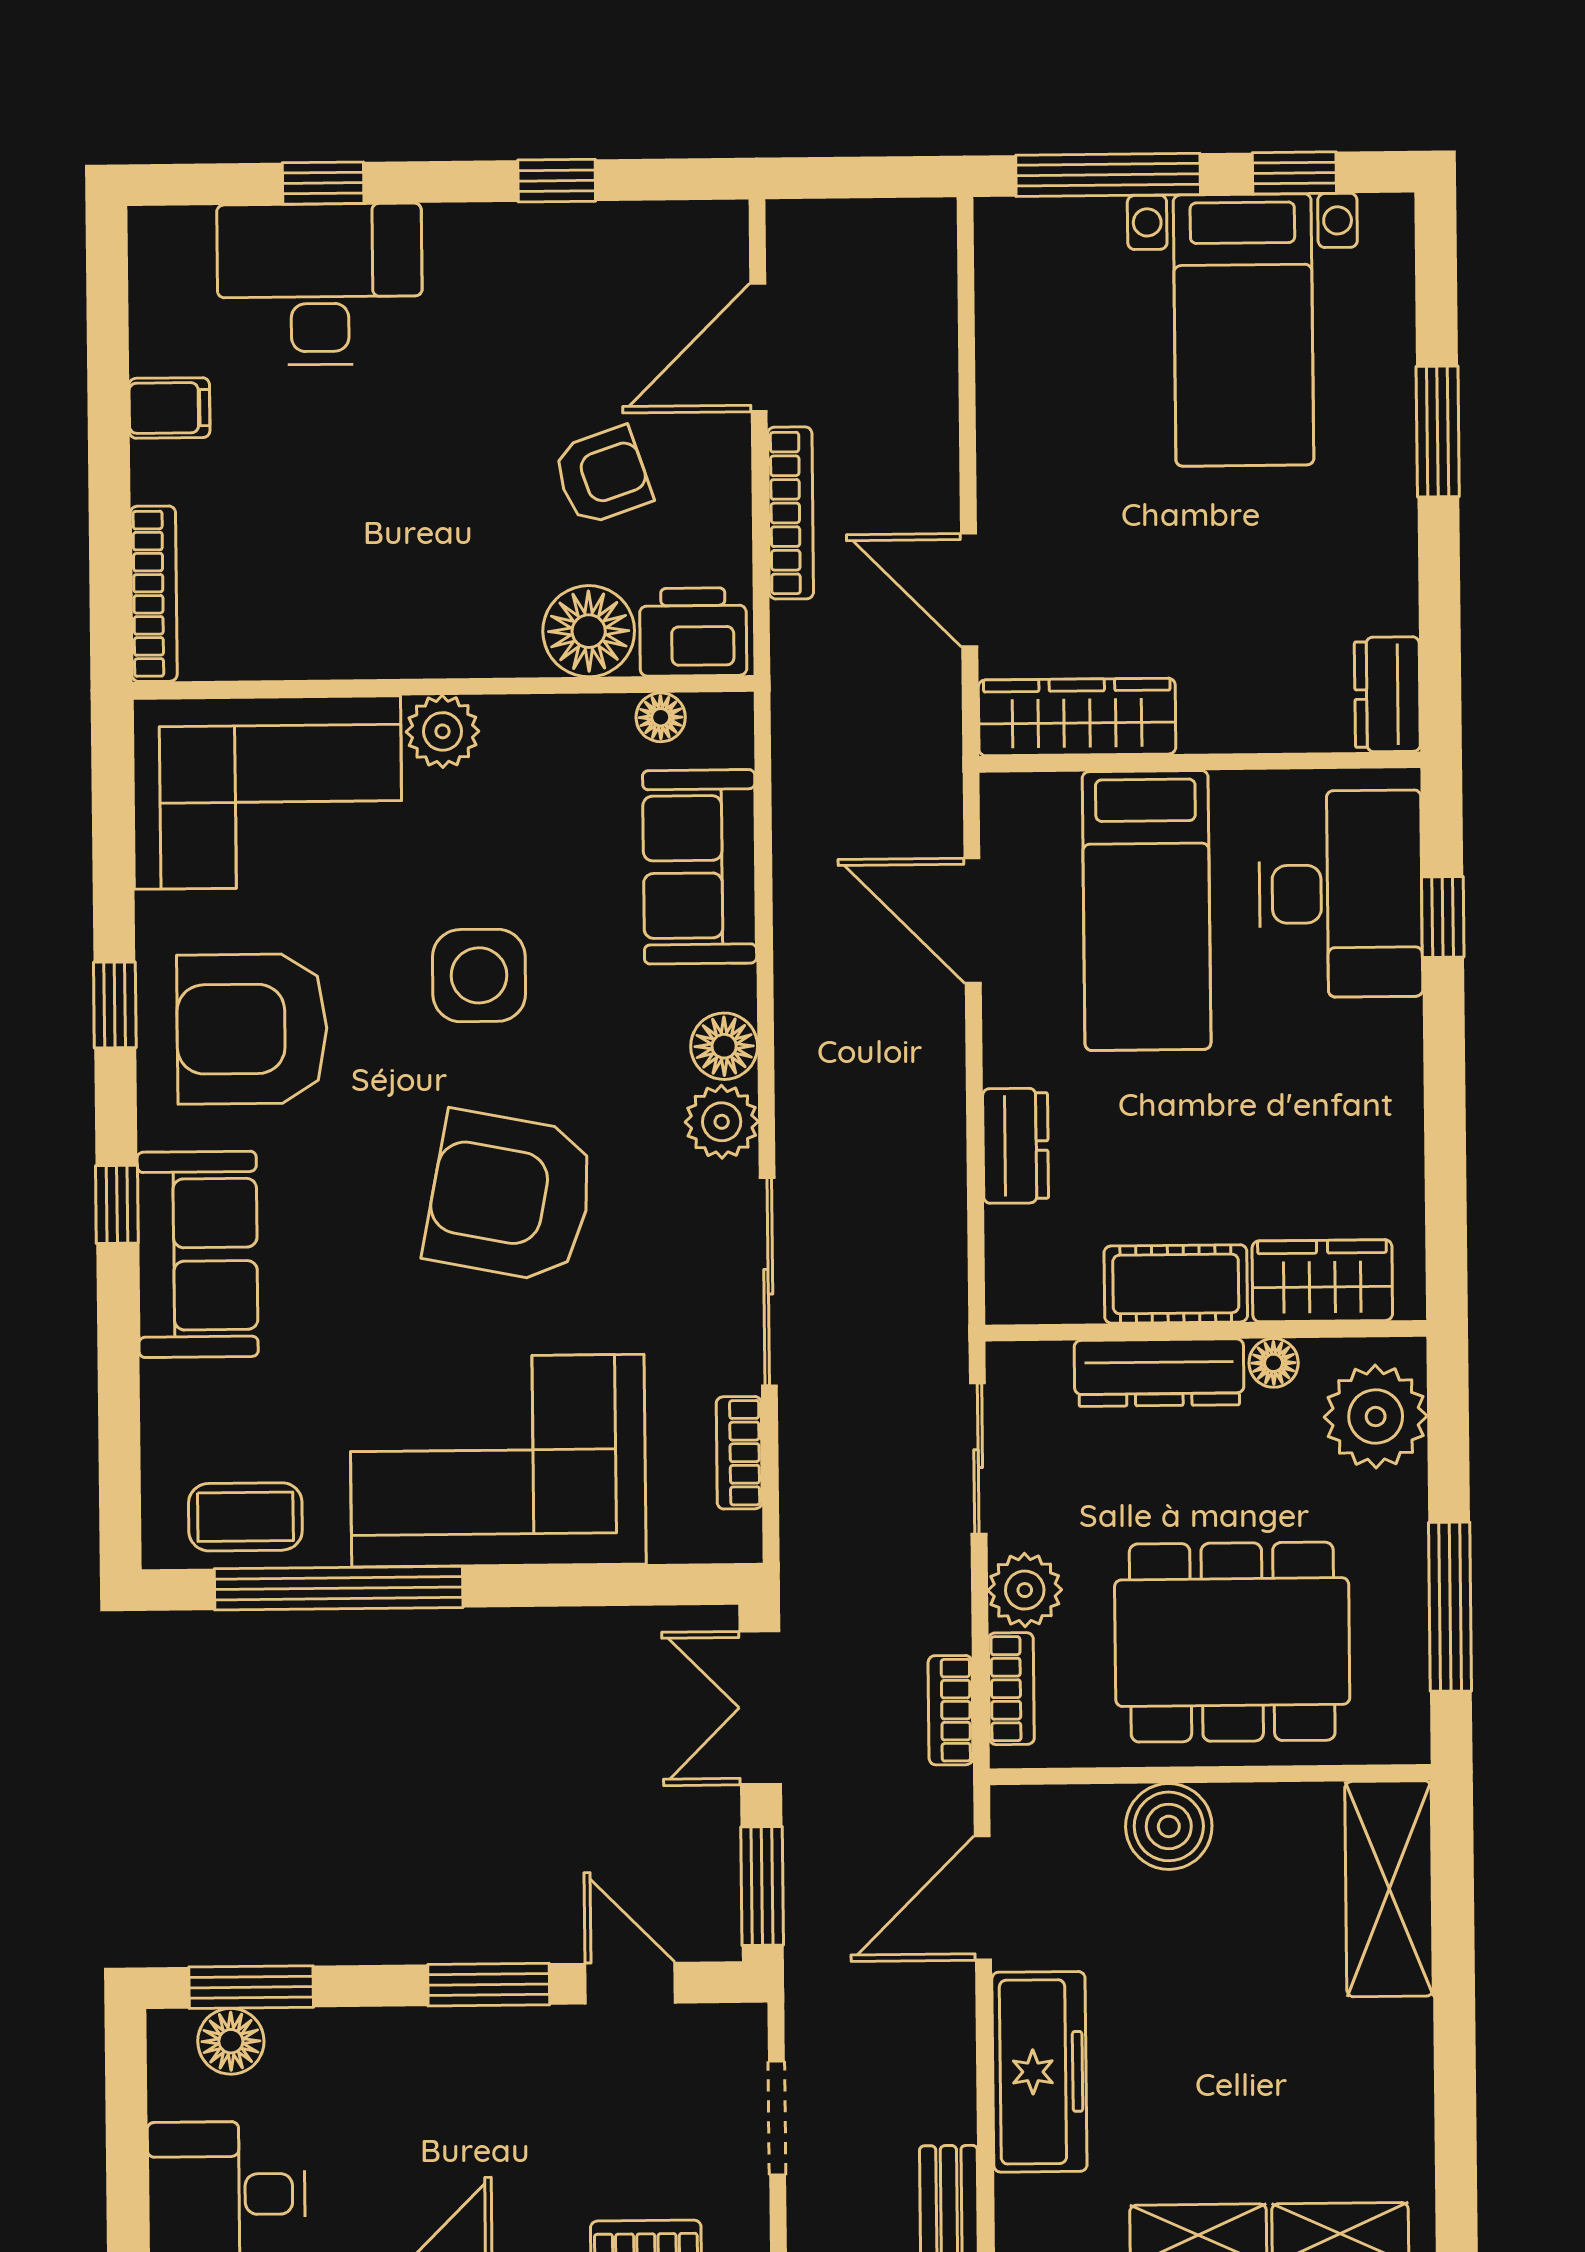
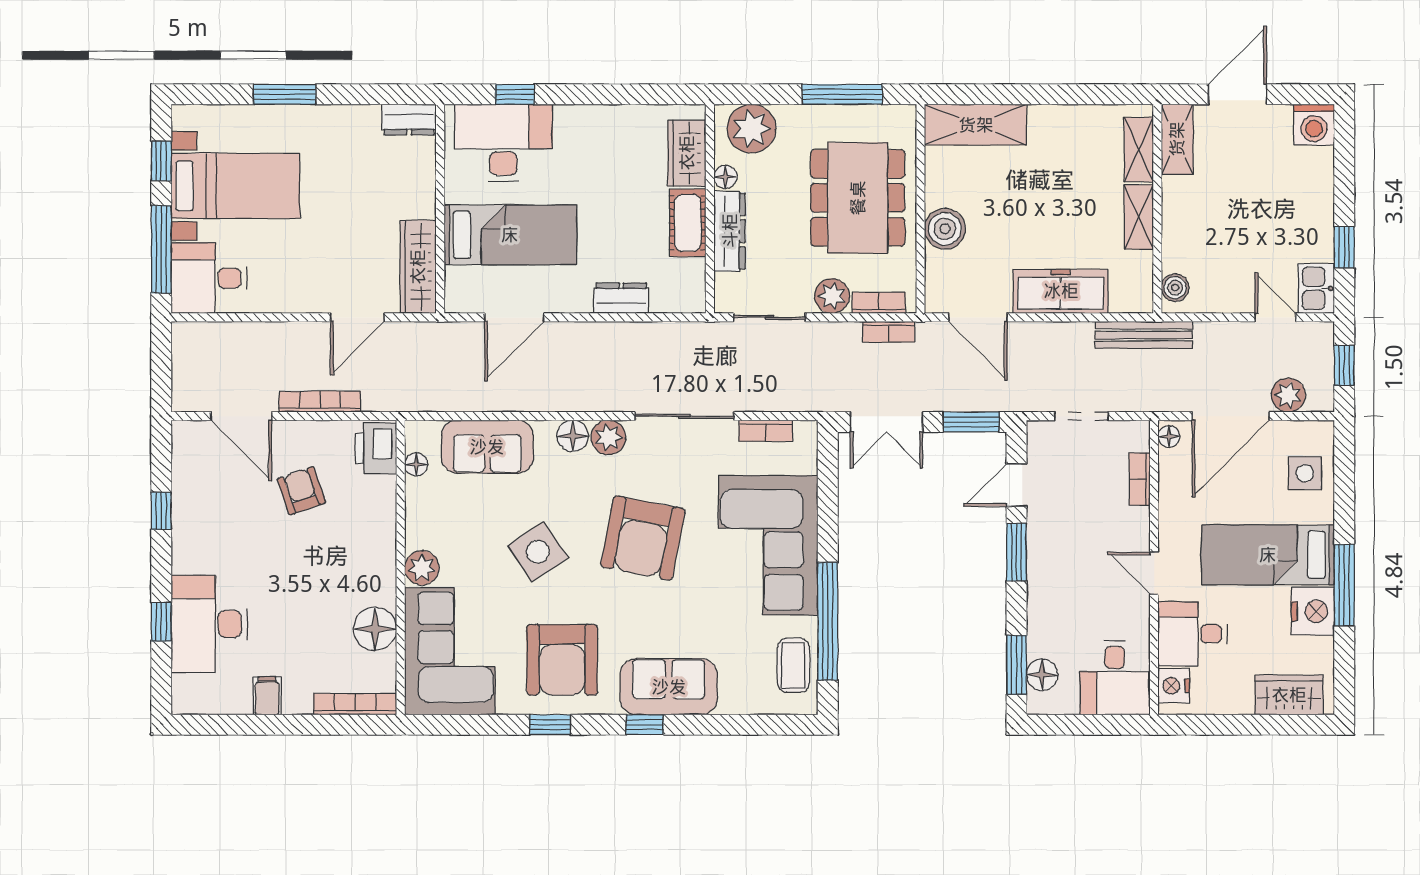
desk: (1048, 276) -> (209, 278), added
floor lamp: (589, 631) -> (375, 629), moved
side table: (479, 975) -> (538, 552), turned -34

